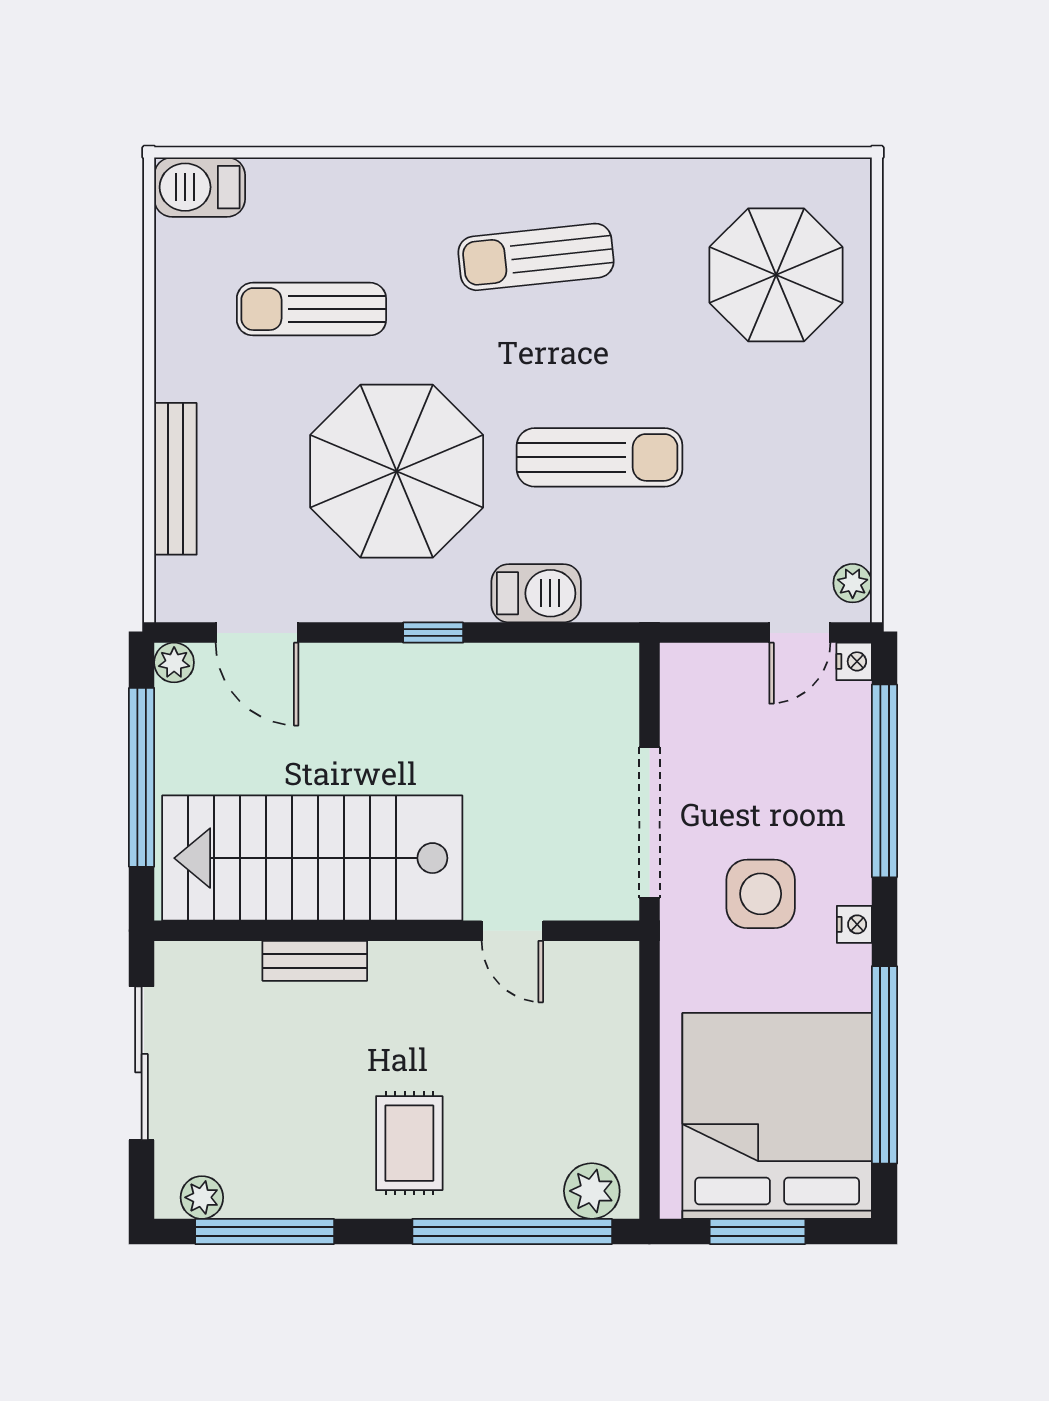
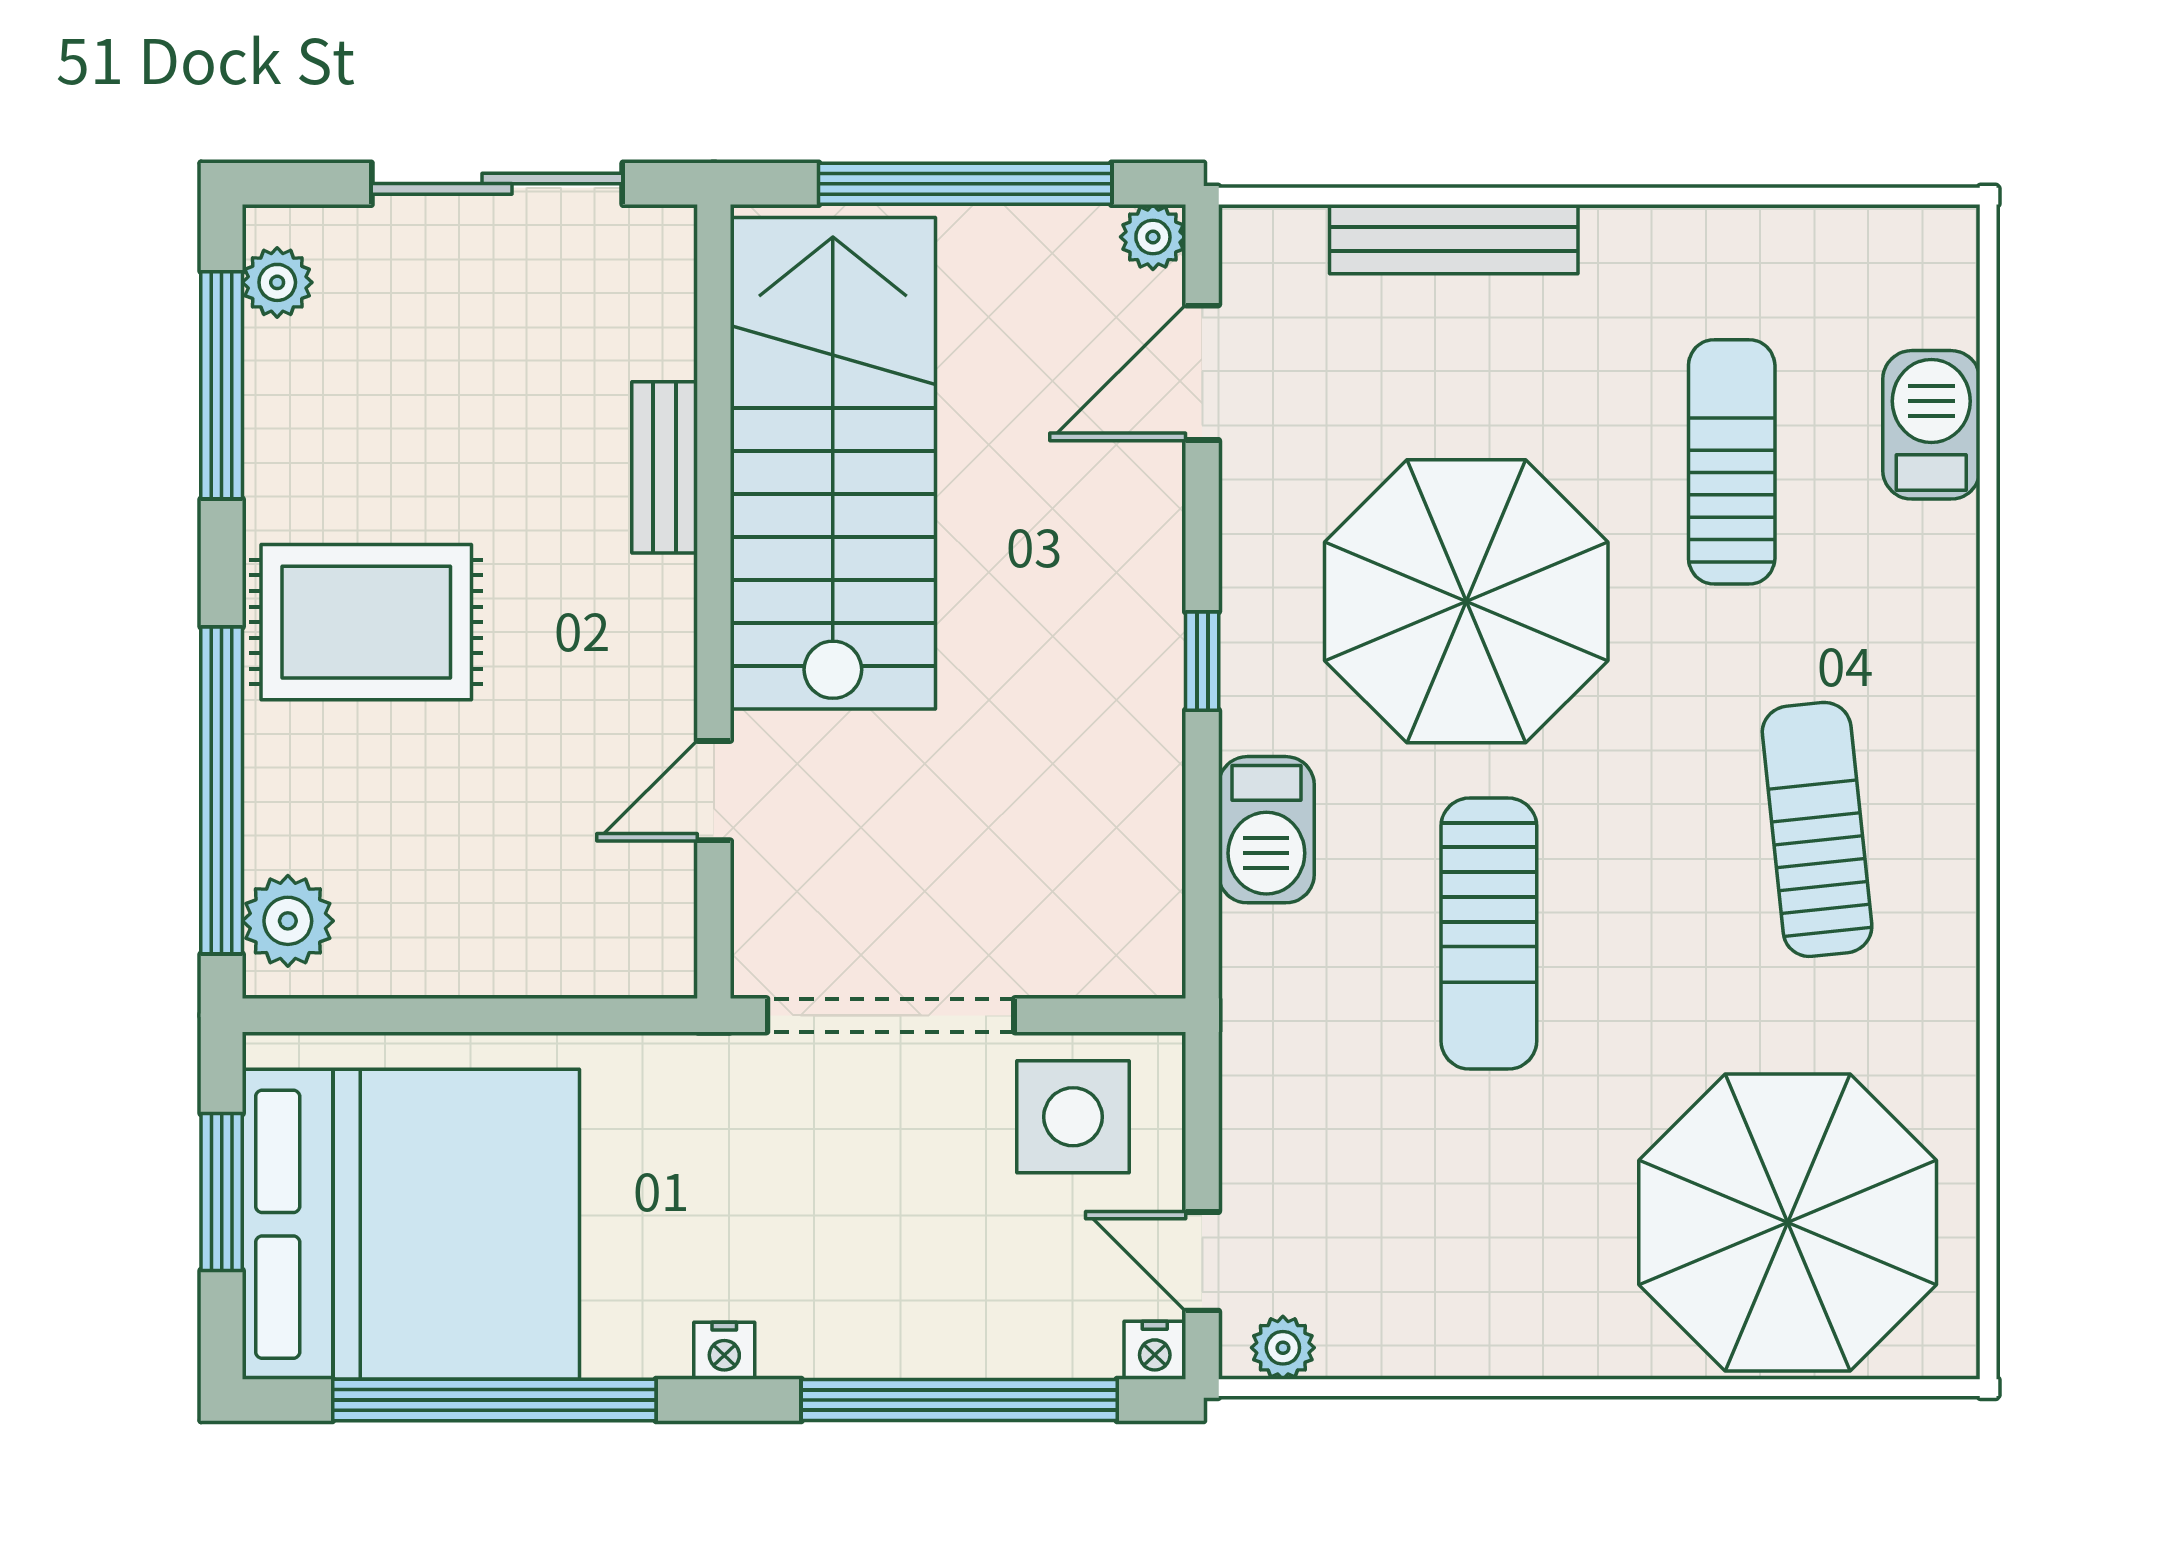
barbecue: (200, 187) -> (1931, 425), moved
parasol: (776, 275) -> (1788, 1222), width x1.36, depth x1.36
side table: (761, 894) -> (1073, 1117), moved
rug: (409, 1143) -> (366, 622), width x1.36, depth x1.43

